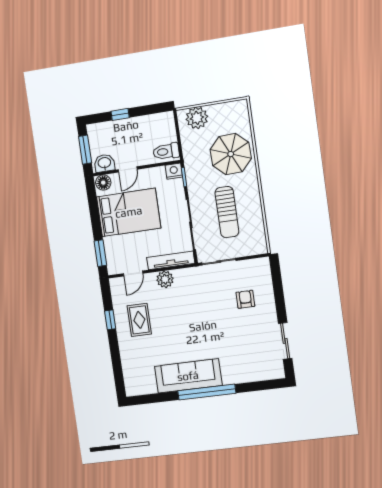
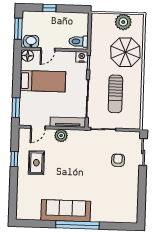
plant: (197, 118) -> (123, 22), moved
bed: (129, 212) -> (43, 81), width x0.67
sliding door: (285, 341) -> (143, 152), moved

